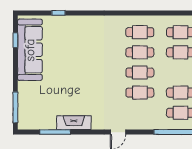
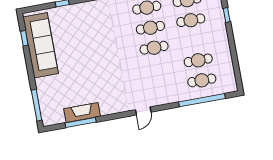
cafe table: (140, 93) -> (158, 68), removed
fireplace: (74, 123) -> (82, 113), moved

